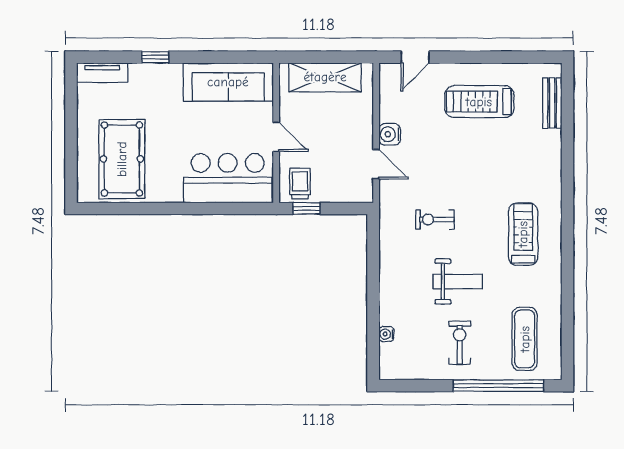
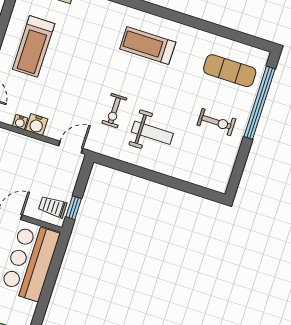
door: (376, 164) -> (71, 147), moved
weight bench: (458, 282) -> (152, 133), moved, turned 90
water cooler: (386, 334) -> (20, 122), moved
exercise bike: (460, 343) -> (216, 122), turned 180

